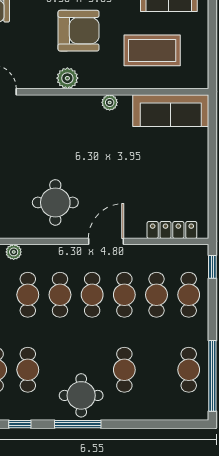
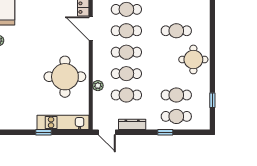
round table: (55, 202) -> (65, 77), width x1.36, depth x1.36
door: (106, 241) -> (91, 29), moved
plant: (14, 252) -> (98, 86), moved
window: (78, 424) -> (212, 62), removed

